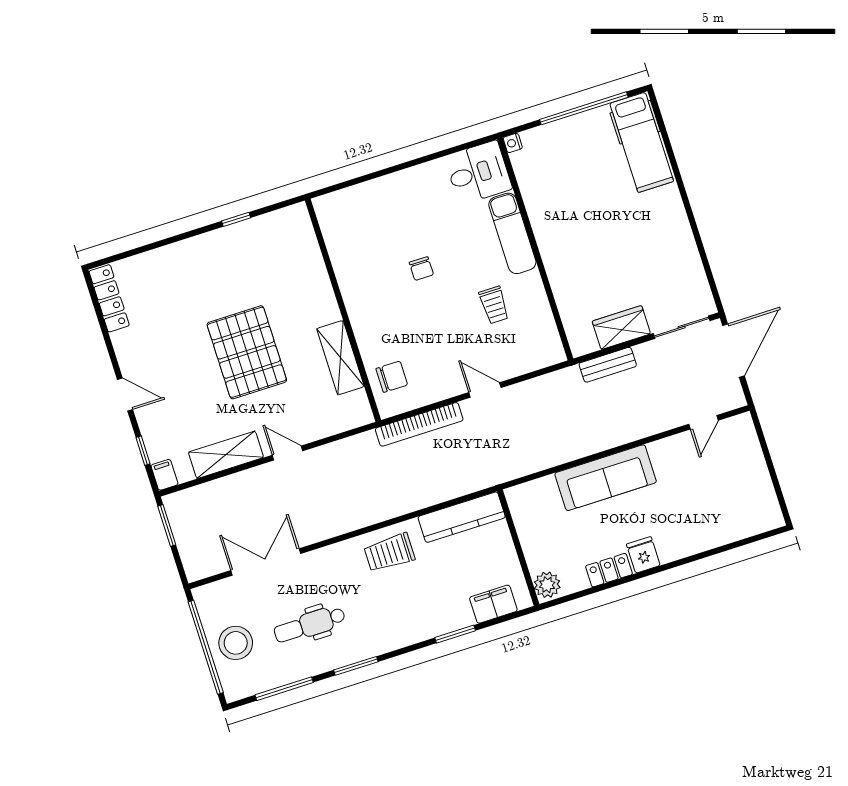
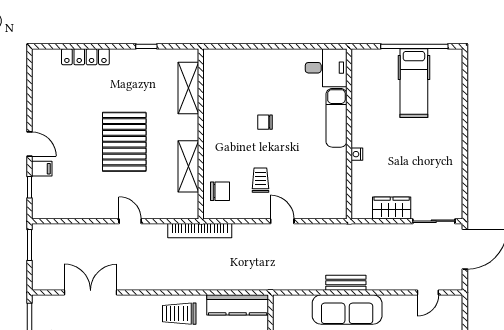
hospital bed: (642, 142) -> (414, 83), moved
nightstand: (513, 143) -> (357, 154), moved
chair: (421, 269) -> (265, 122), turned 90
locker: (109, 298) -> (85, 57), moved, turned 90
trolley: (494, 305) -> (260, 180), moved, turned 180
bench: (608, 365) -> (346, 283), moved
bookcase: (419, 424) -> (200, 231), moved
shelving: (226, 455) -> (188, 88), moved, turned 90
filing cabinet: (164, 475) -> (42, 169), moved, turned 90

